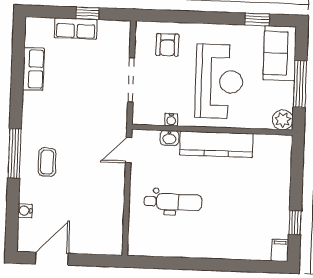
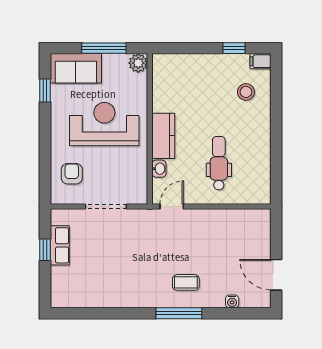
row of seats: (76, 29) -> (60, 245), moved
armchair: (167, 45) -> (72, 174), turned -90
row of seats: (33, 69) -> (99, 298), removed
water cooler: (171, 120) -> (142, 168), removed
kitchen counter: (216, 144) -> (163, 136), width x0.67
door: (129, 150) -> (172, 207), swing flipped
stool: (248, 234) -> (246, 92), added

